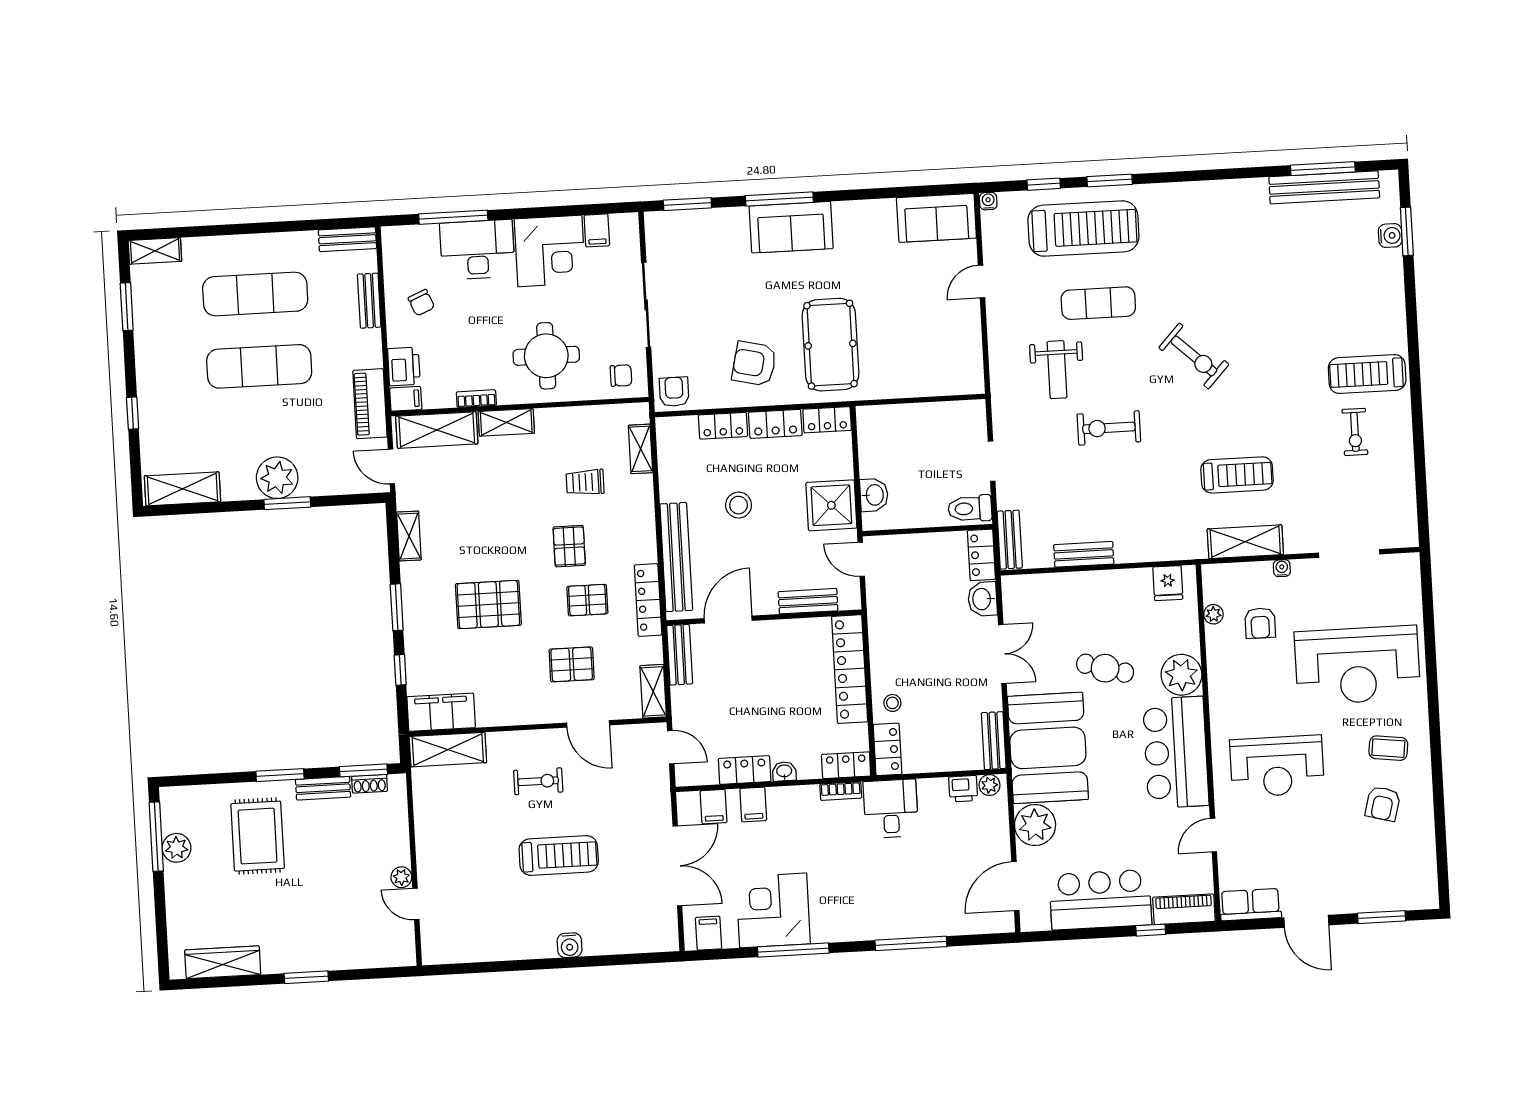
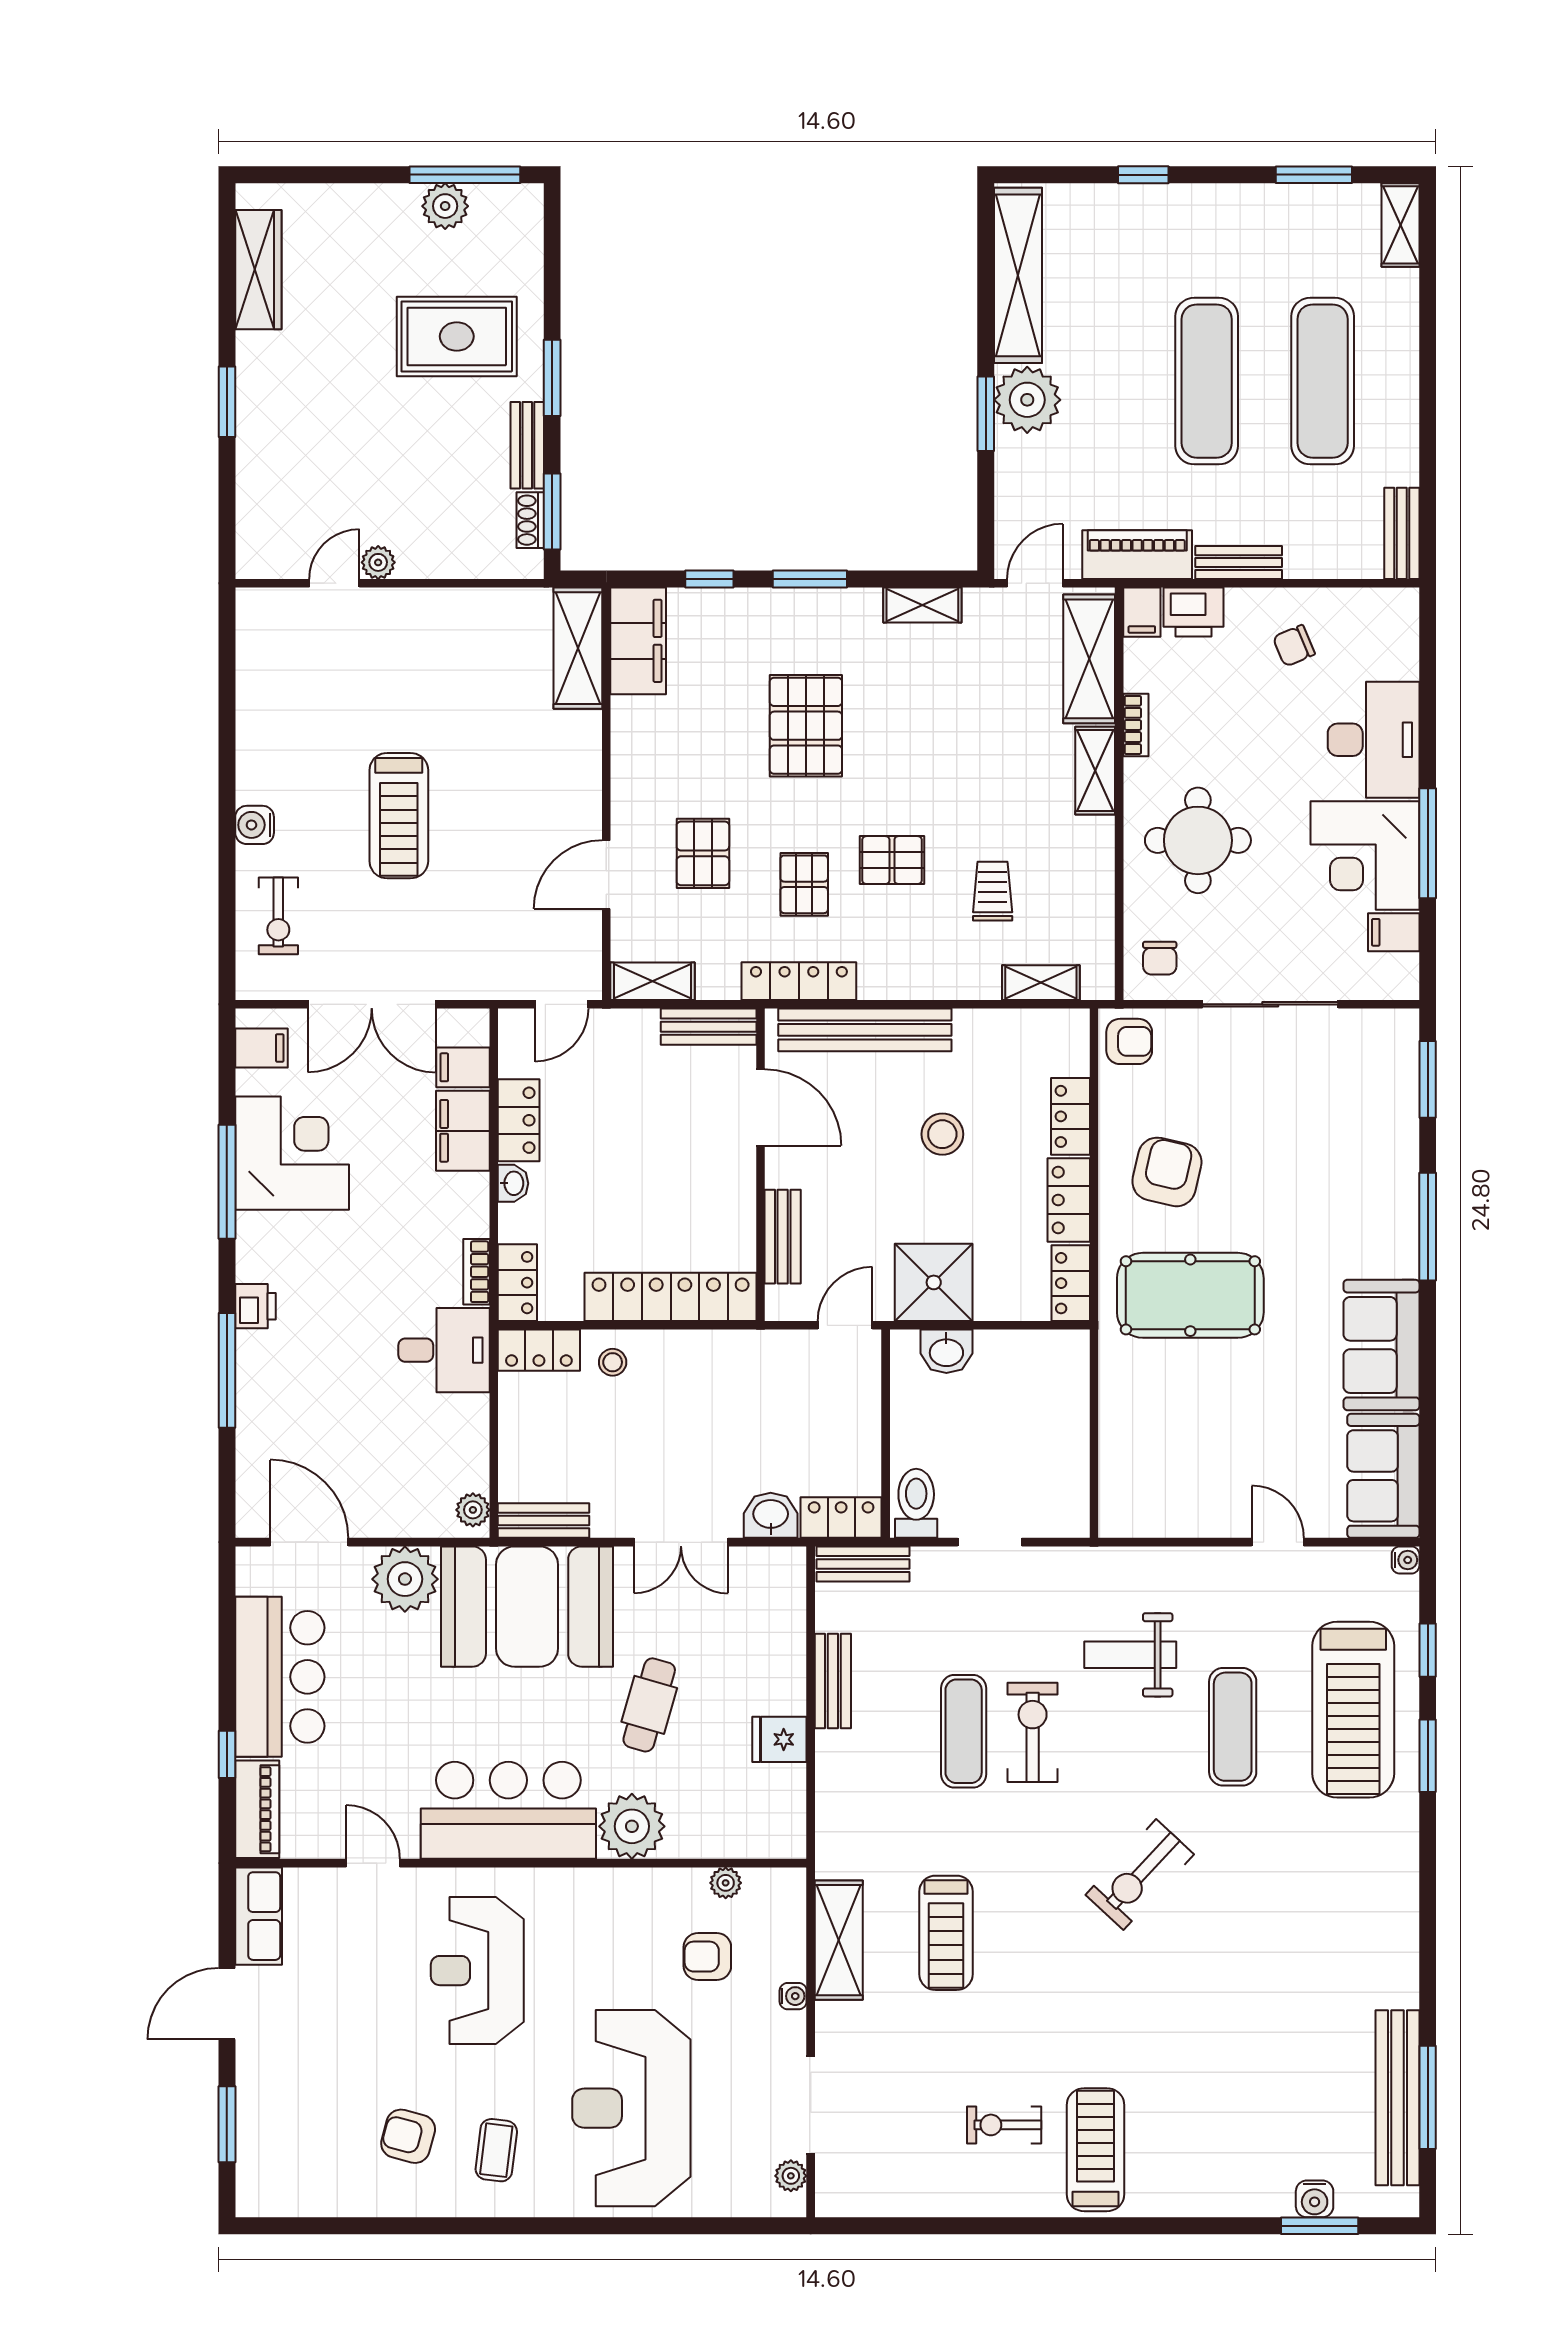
window: (453, 217) -> (1428, 843), moved
sofa: (791, 227) -> (1381, 1345), moved
bench: (369, 301) -> (1239, 563), moved
exercise mat: (1111, 471) -> (964, 1731), added
shelving: (182, 489) -> (1018, 275), width x1.47
plant: (1394, 563) -> (791, 2176), added
fridge: (1168, 583) -> (779, 1739), moved
exercise bike: (538, 781) -> (278, 916), moved
printer: (963, 789) -> (255, 1306), moved, turned 180
filing cabinet: (753, 805) -> (463, 1131), width x2.00

